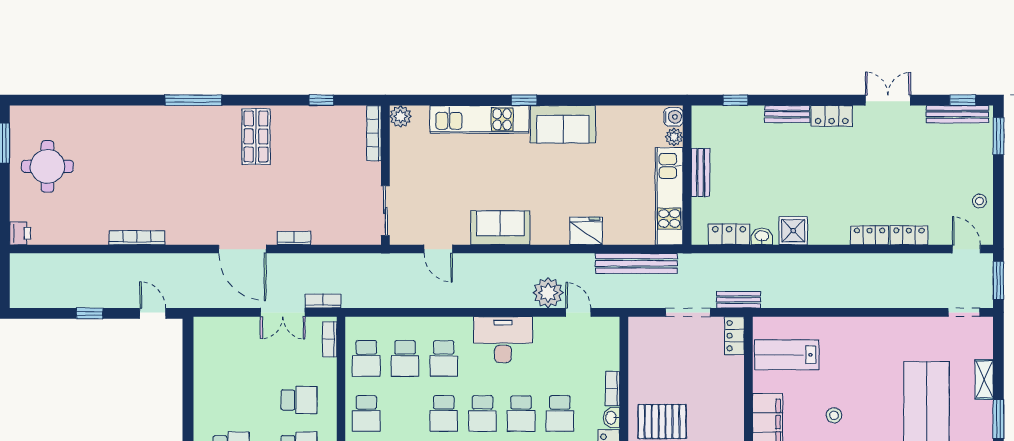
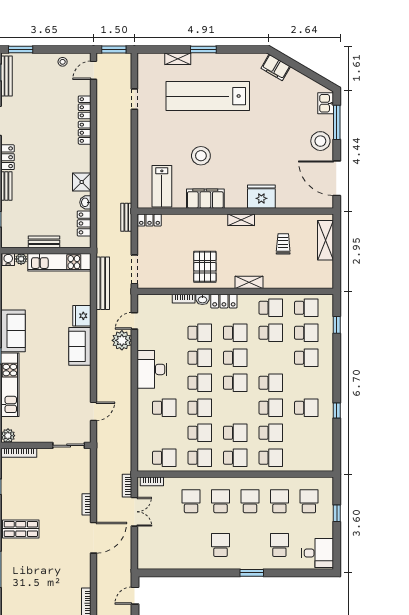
sofa: (500, 228) -> (80, 346), moved
doorway: (688, 312) -> (134, 269), moved
doorway: (964, 312) -> (134, 99), moved
school desk: (405, 358) -> (200, 433), moved
stool: (834, 415) -> (201, 156), width x1.89, depth x1.89

